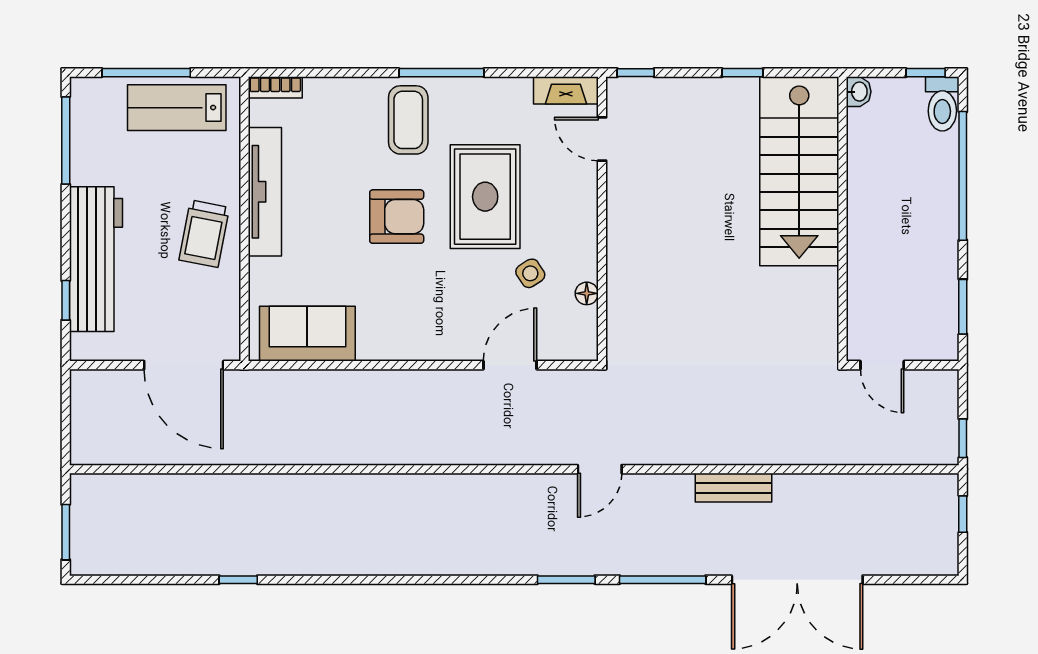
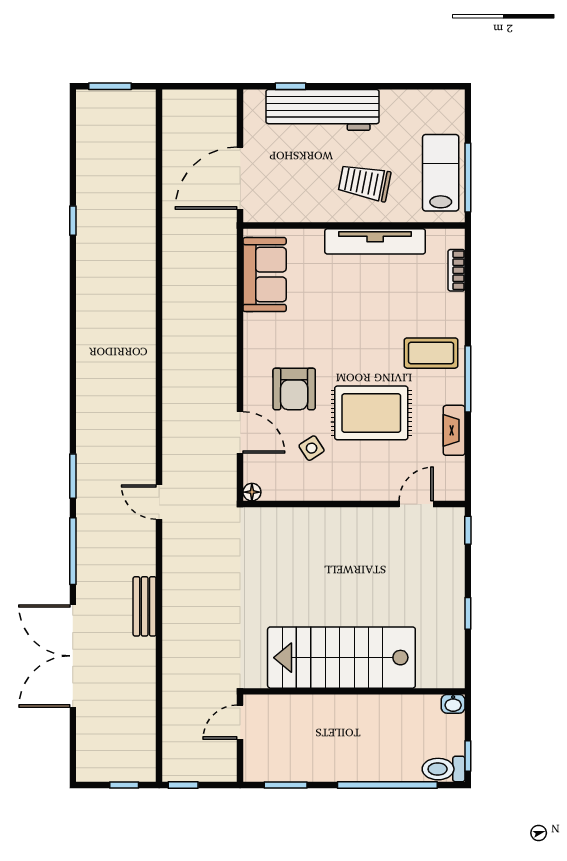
window: (146, 73) -> (468, 177), moved
bookcase: (275, 87) -> (456, 270), moved
fireplace: (566, 90) -> (454, 430), moved
window: (66, 141) -> (415, 86), removed
stairs: (799, 171) -> (341, 658), moved
armchair: (397, 217) -> (294, 389), moved
trolley: (204, 234) -> (365, 183), moved
floor lamp: (587, 293) -> (252, 492), moved

